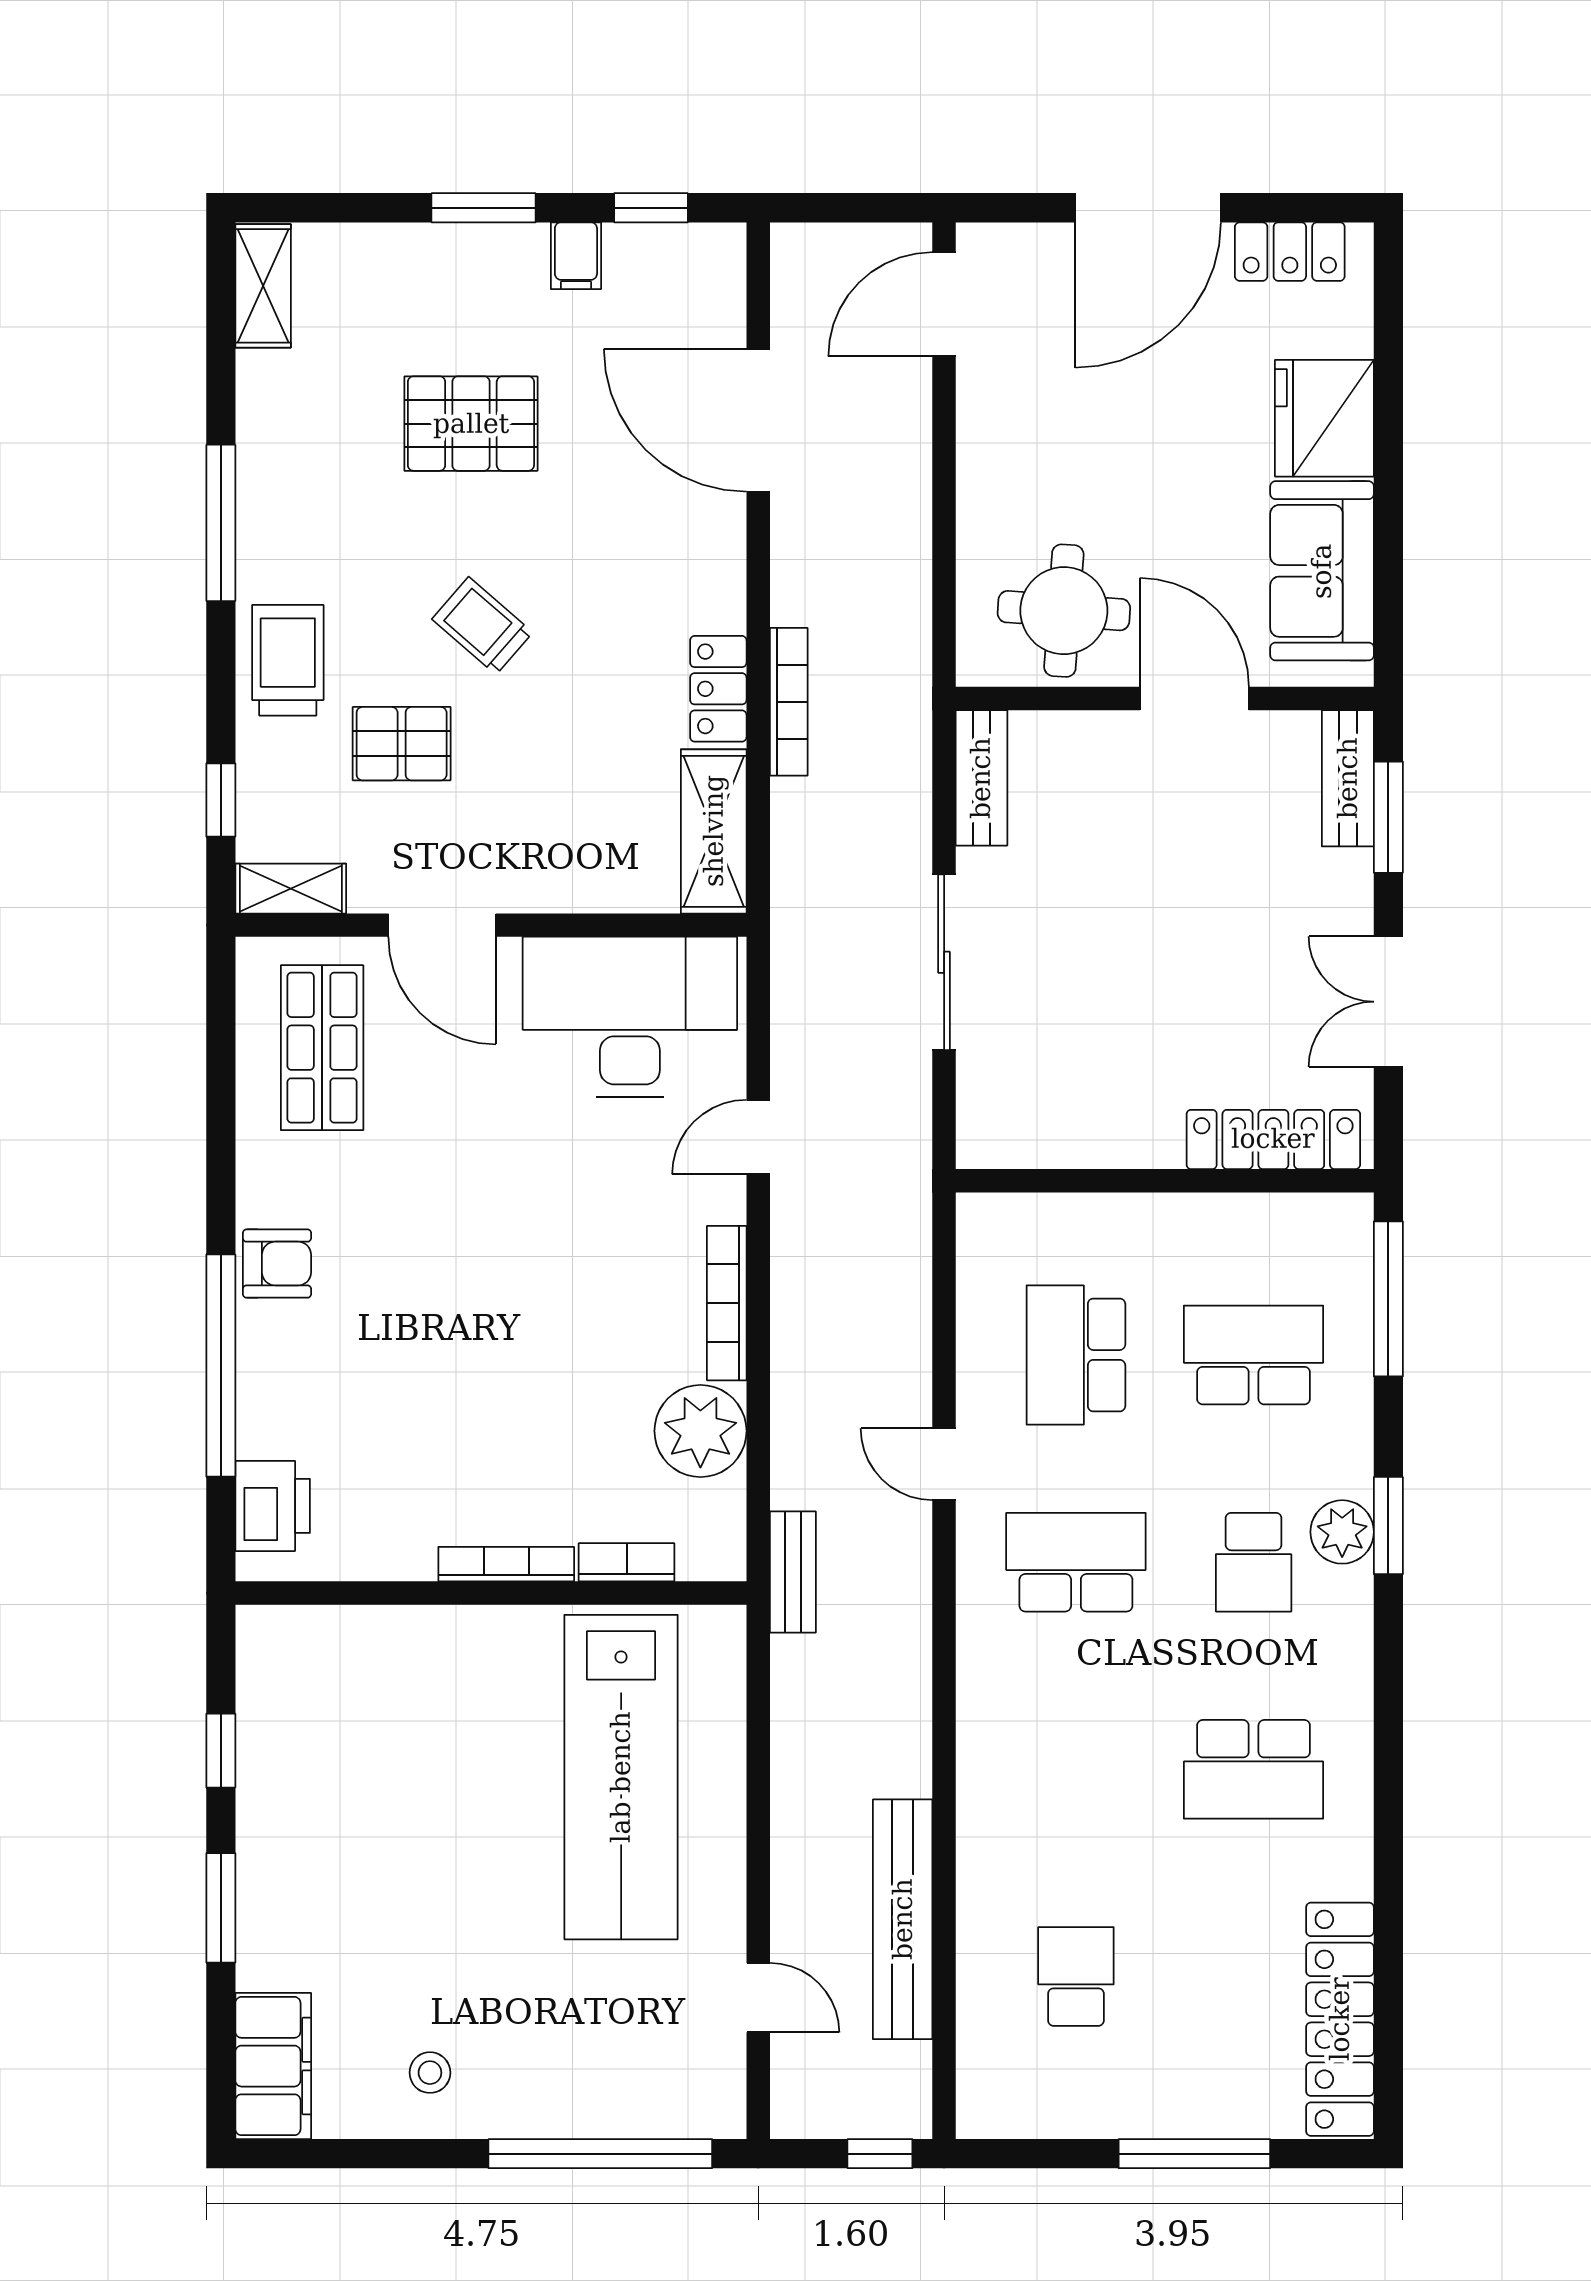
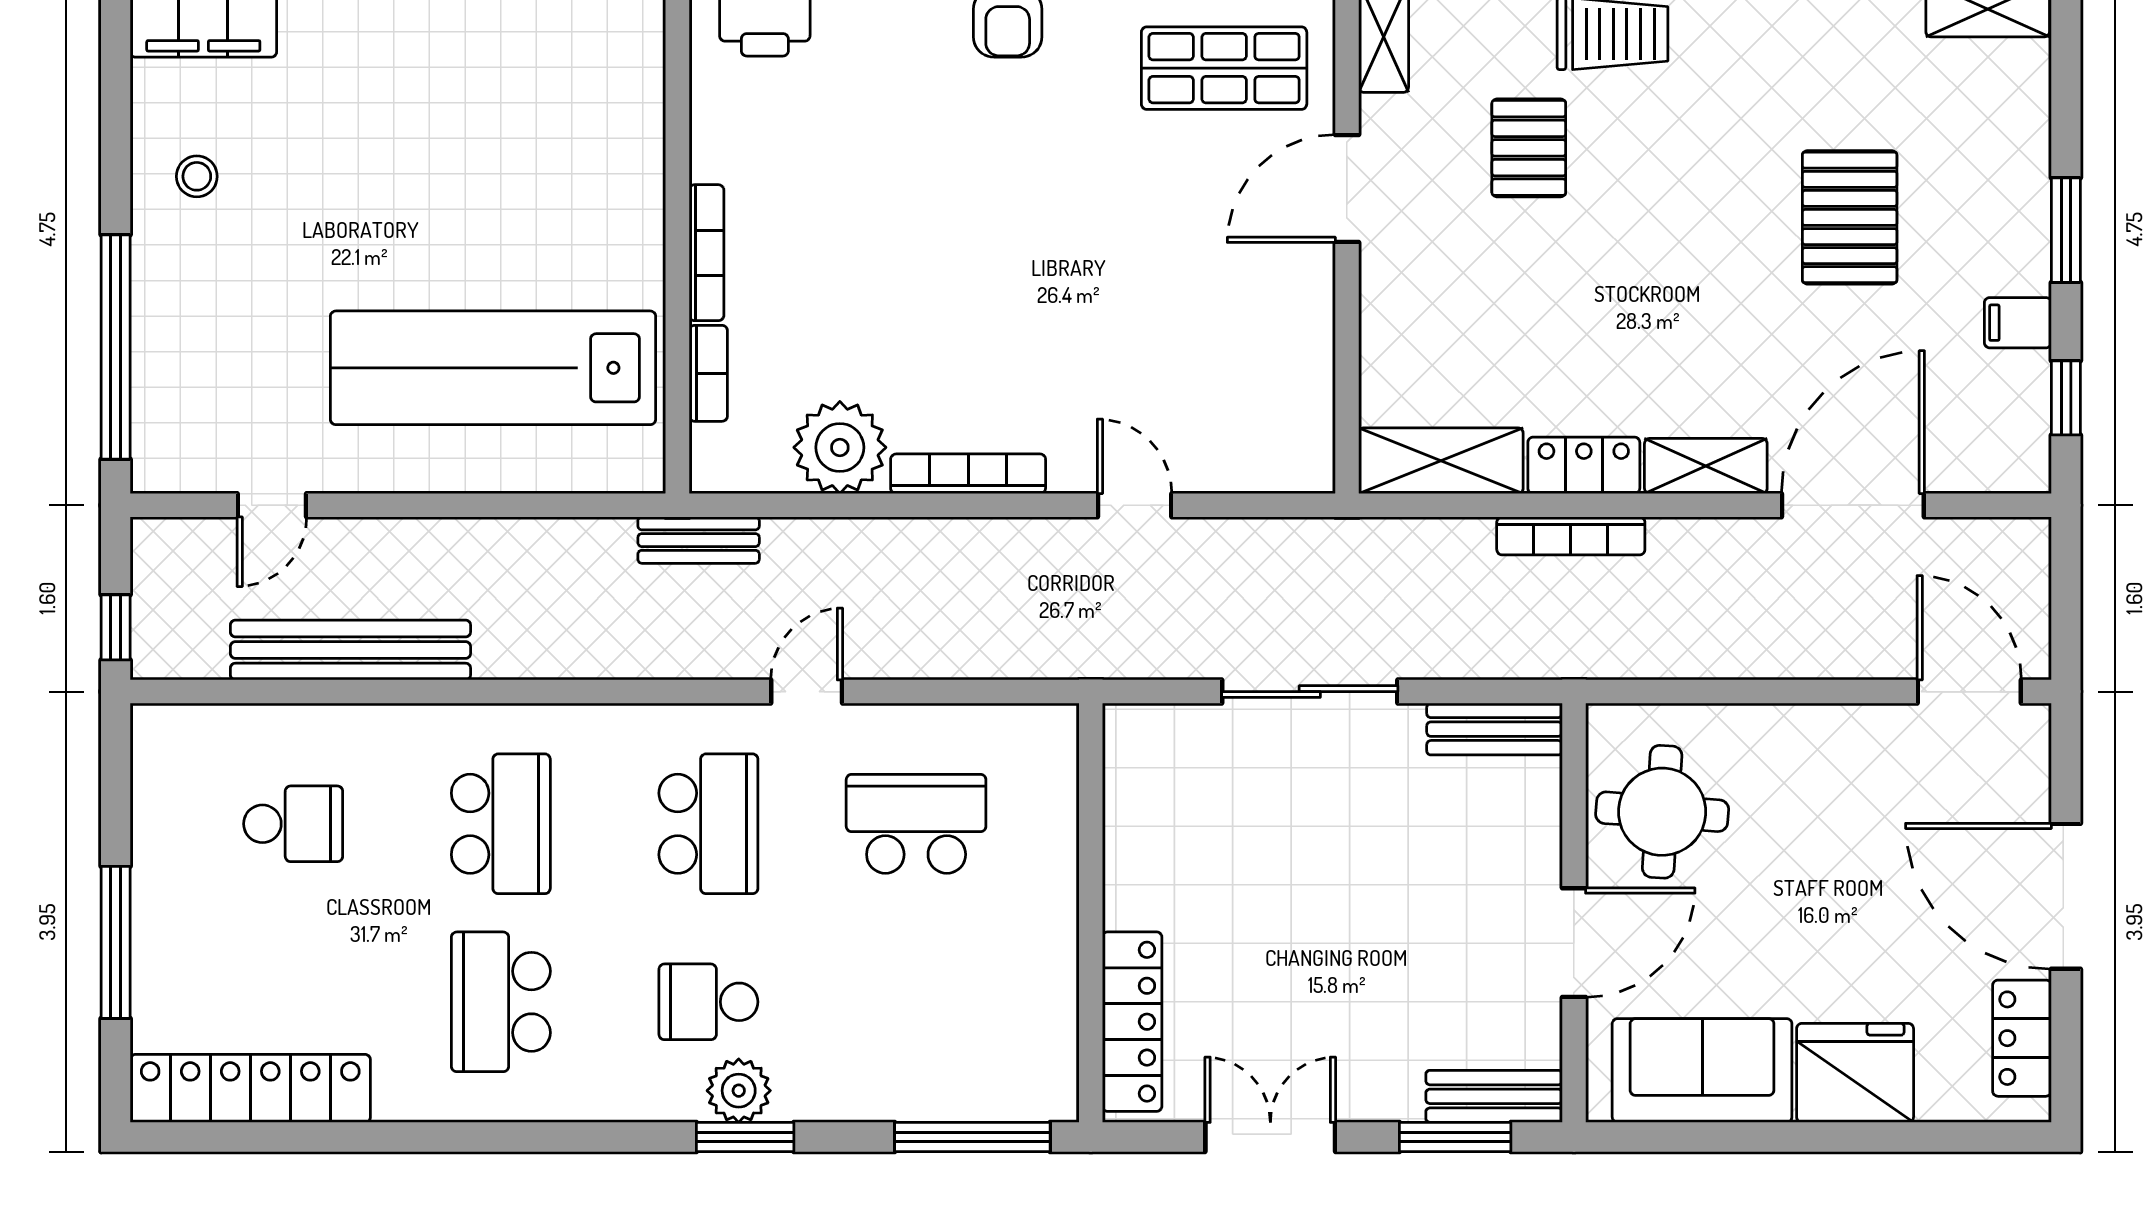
shelving: (719, 567) -> (1706, 466), added
trolley: (482, 626) -> (1647, 229), removed
desk: (630, 1017) -> (1255, 377), removed
school desk: (1254, 1355) -> (501, 824), moved

